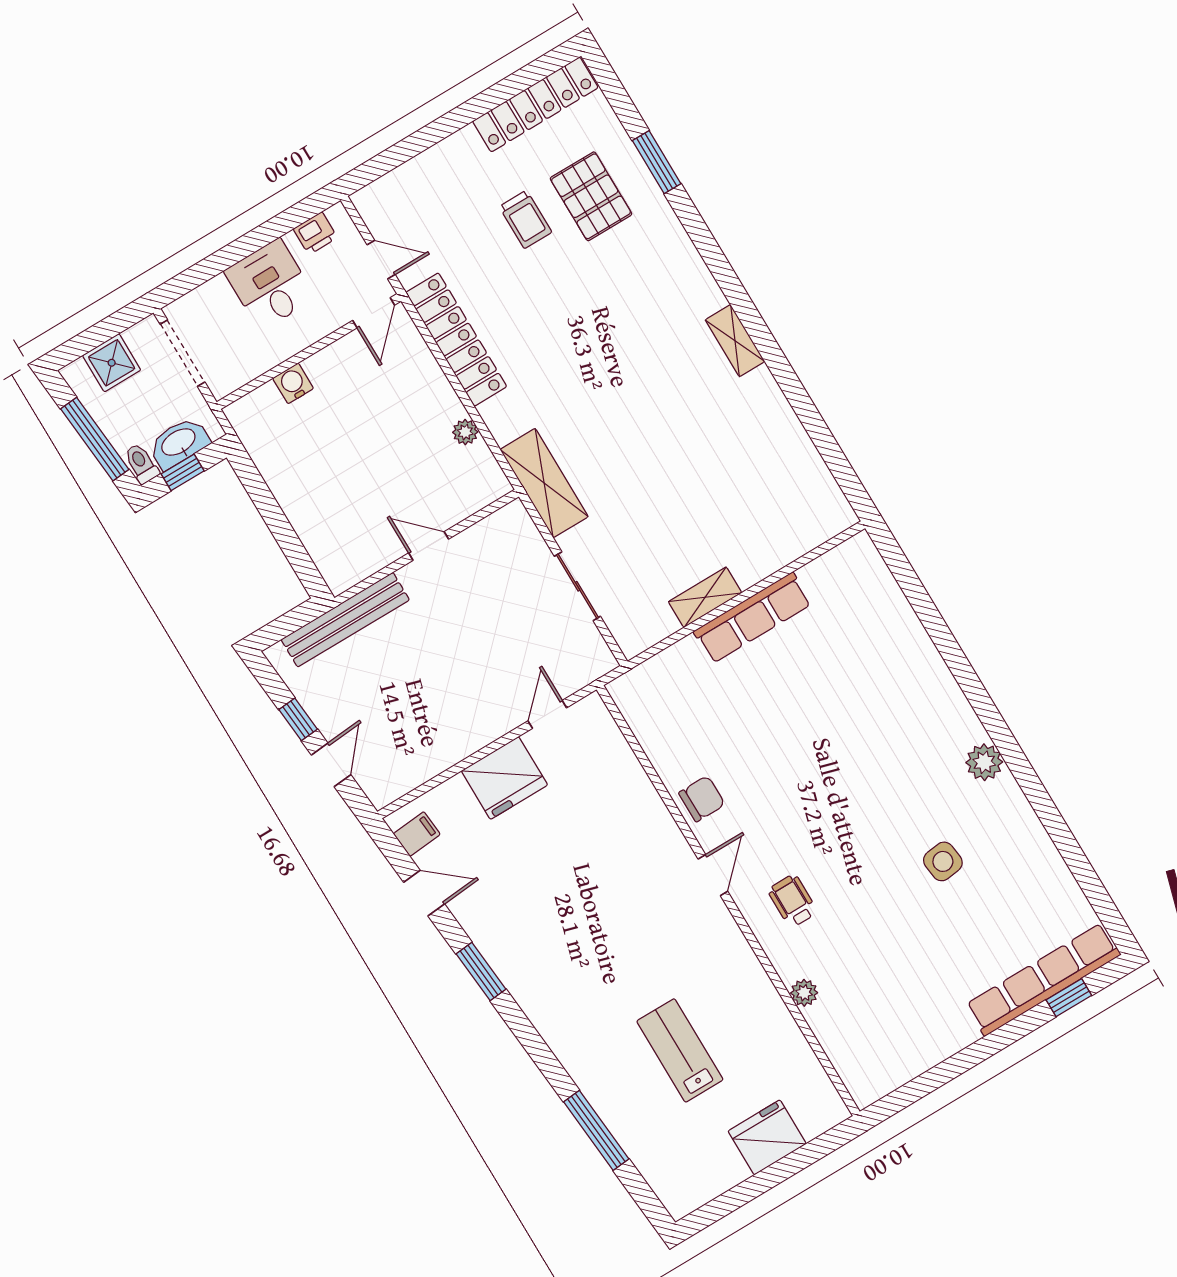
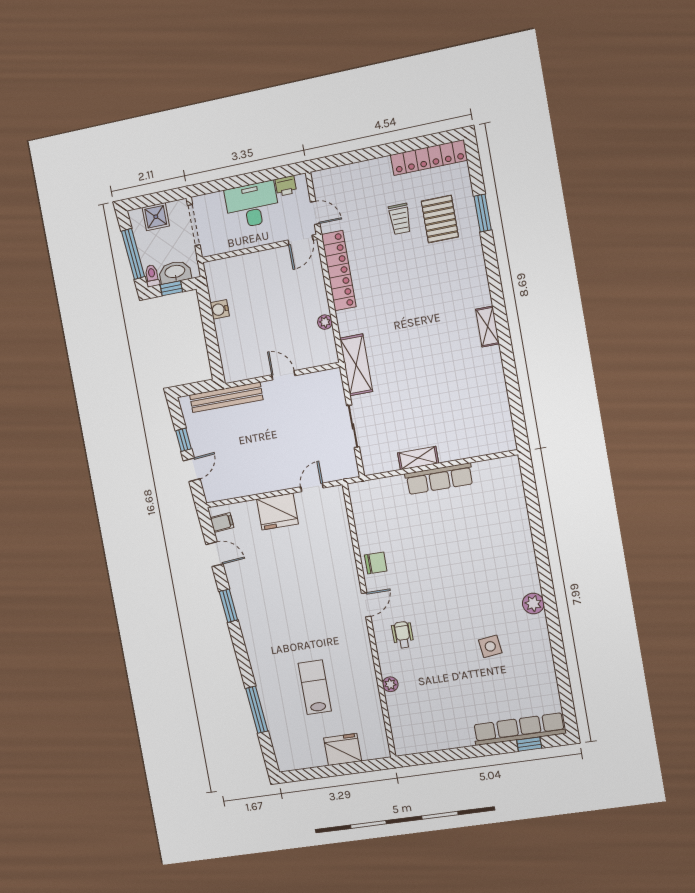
desk: (270, 285) -> (252, 205), width x1.37
water cooler: (293, 383) -> (220, 309), moved, turned -90

